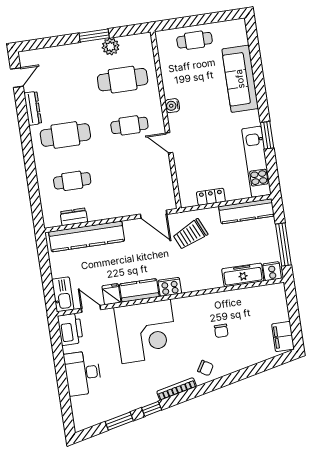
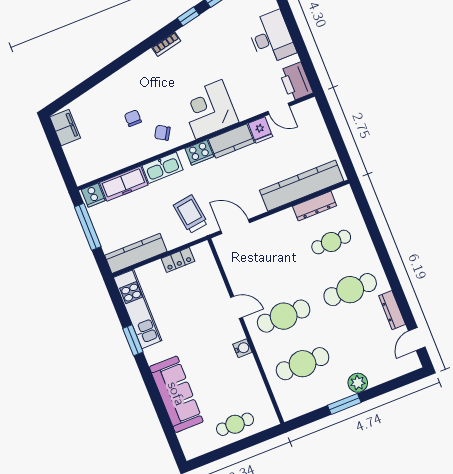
plant: (111, 47) -> (358, 383), moved
cafe table: (129, 125) -> (284, 316), width x1.37, depth x1.35
dresser: (74, 217) -> (315, 206), width x1.44
trolley: (190, 234) -> (191, 214), turned -74
kitchen sink: (63, 294) -> (162, 168), moved, turned -90
corner desk: (146, 331) -> (209, 109), width x0.74, depth x0.74
chair: (205, 368) -> (162, 133), moved
bookcase: (177, 389) -> (166, 44), width x0.64

